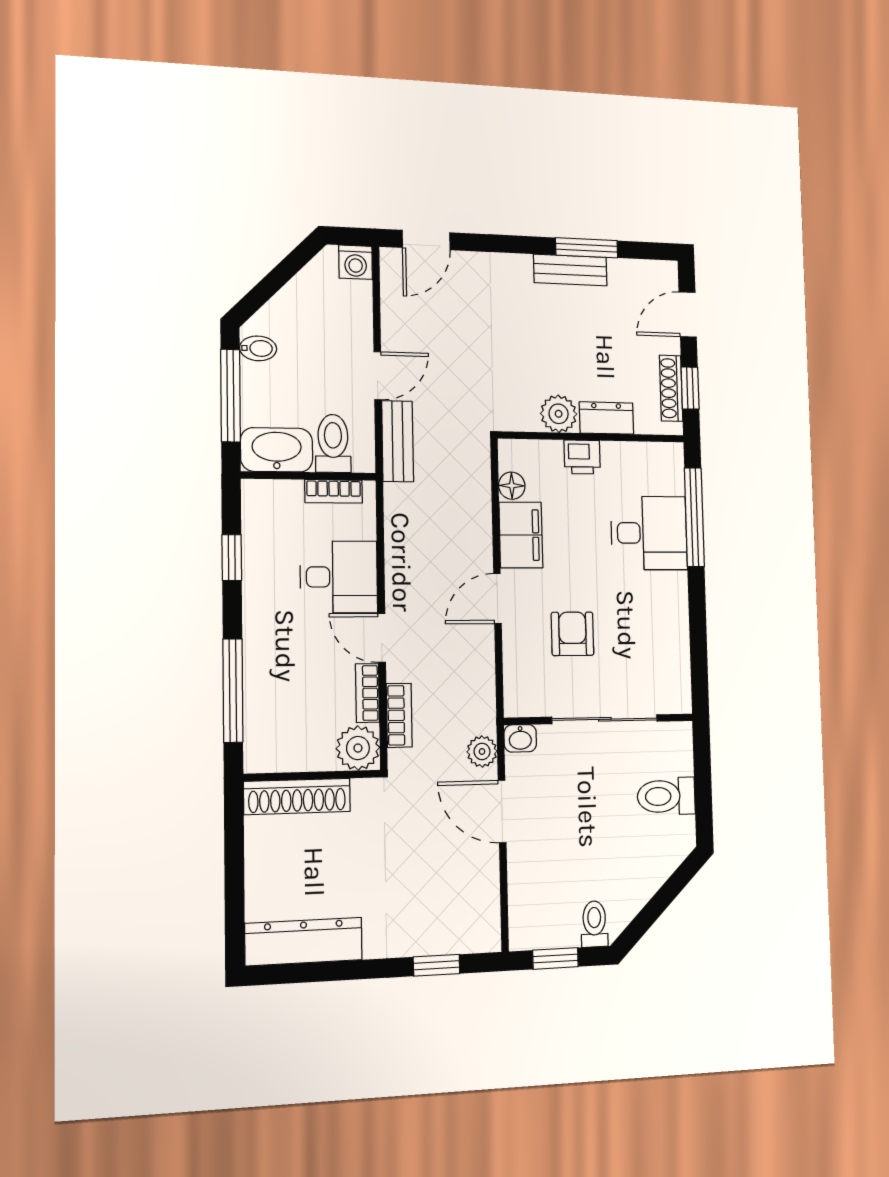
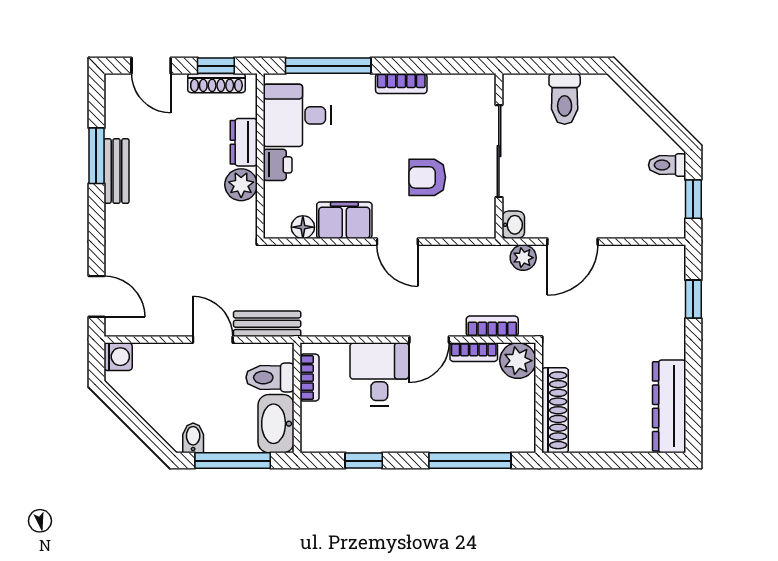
desk: (649, 533) -> (297, 115), moved, turned -90
bookcase: (677, 602) -> (401, 83), added

